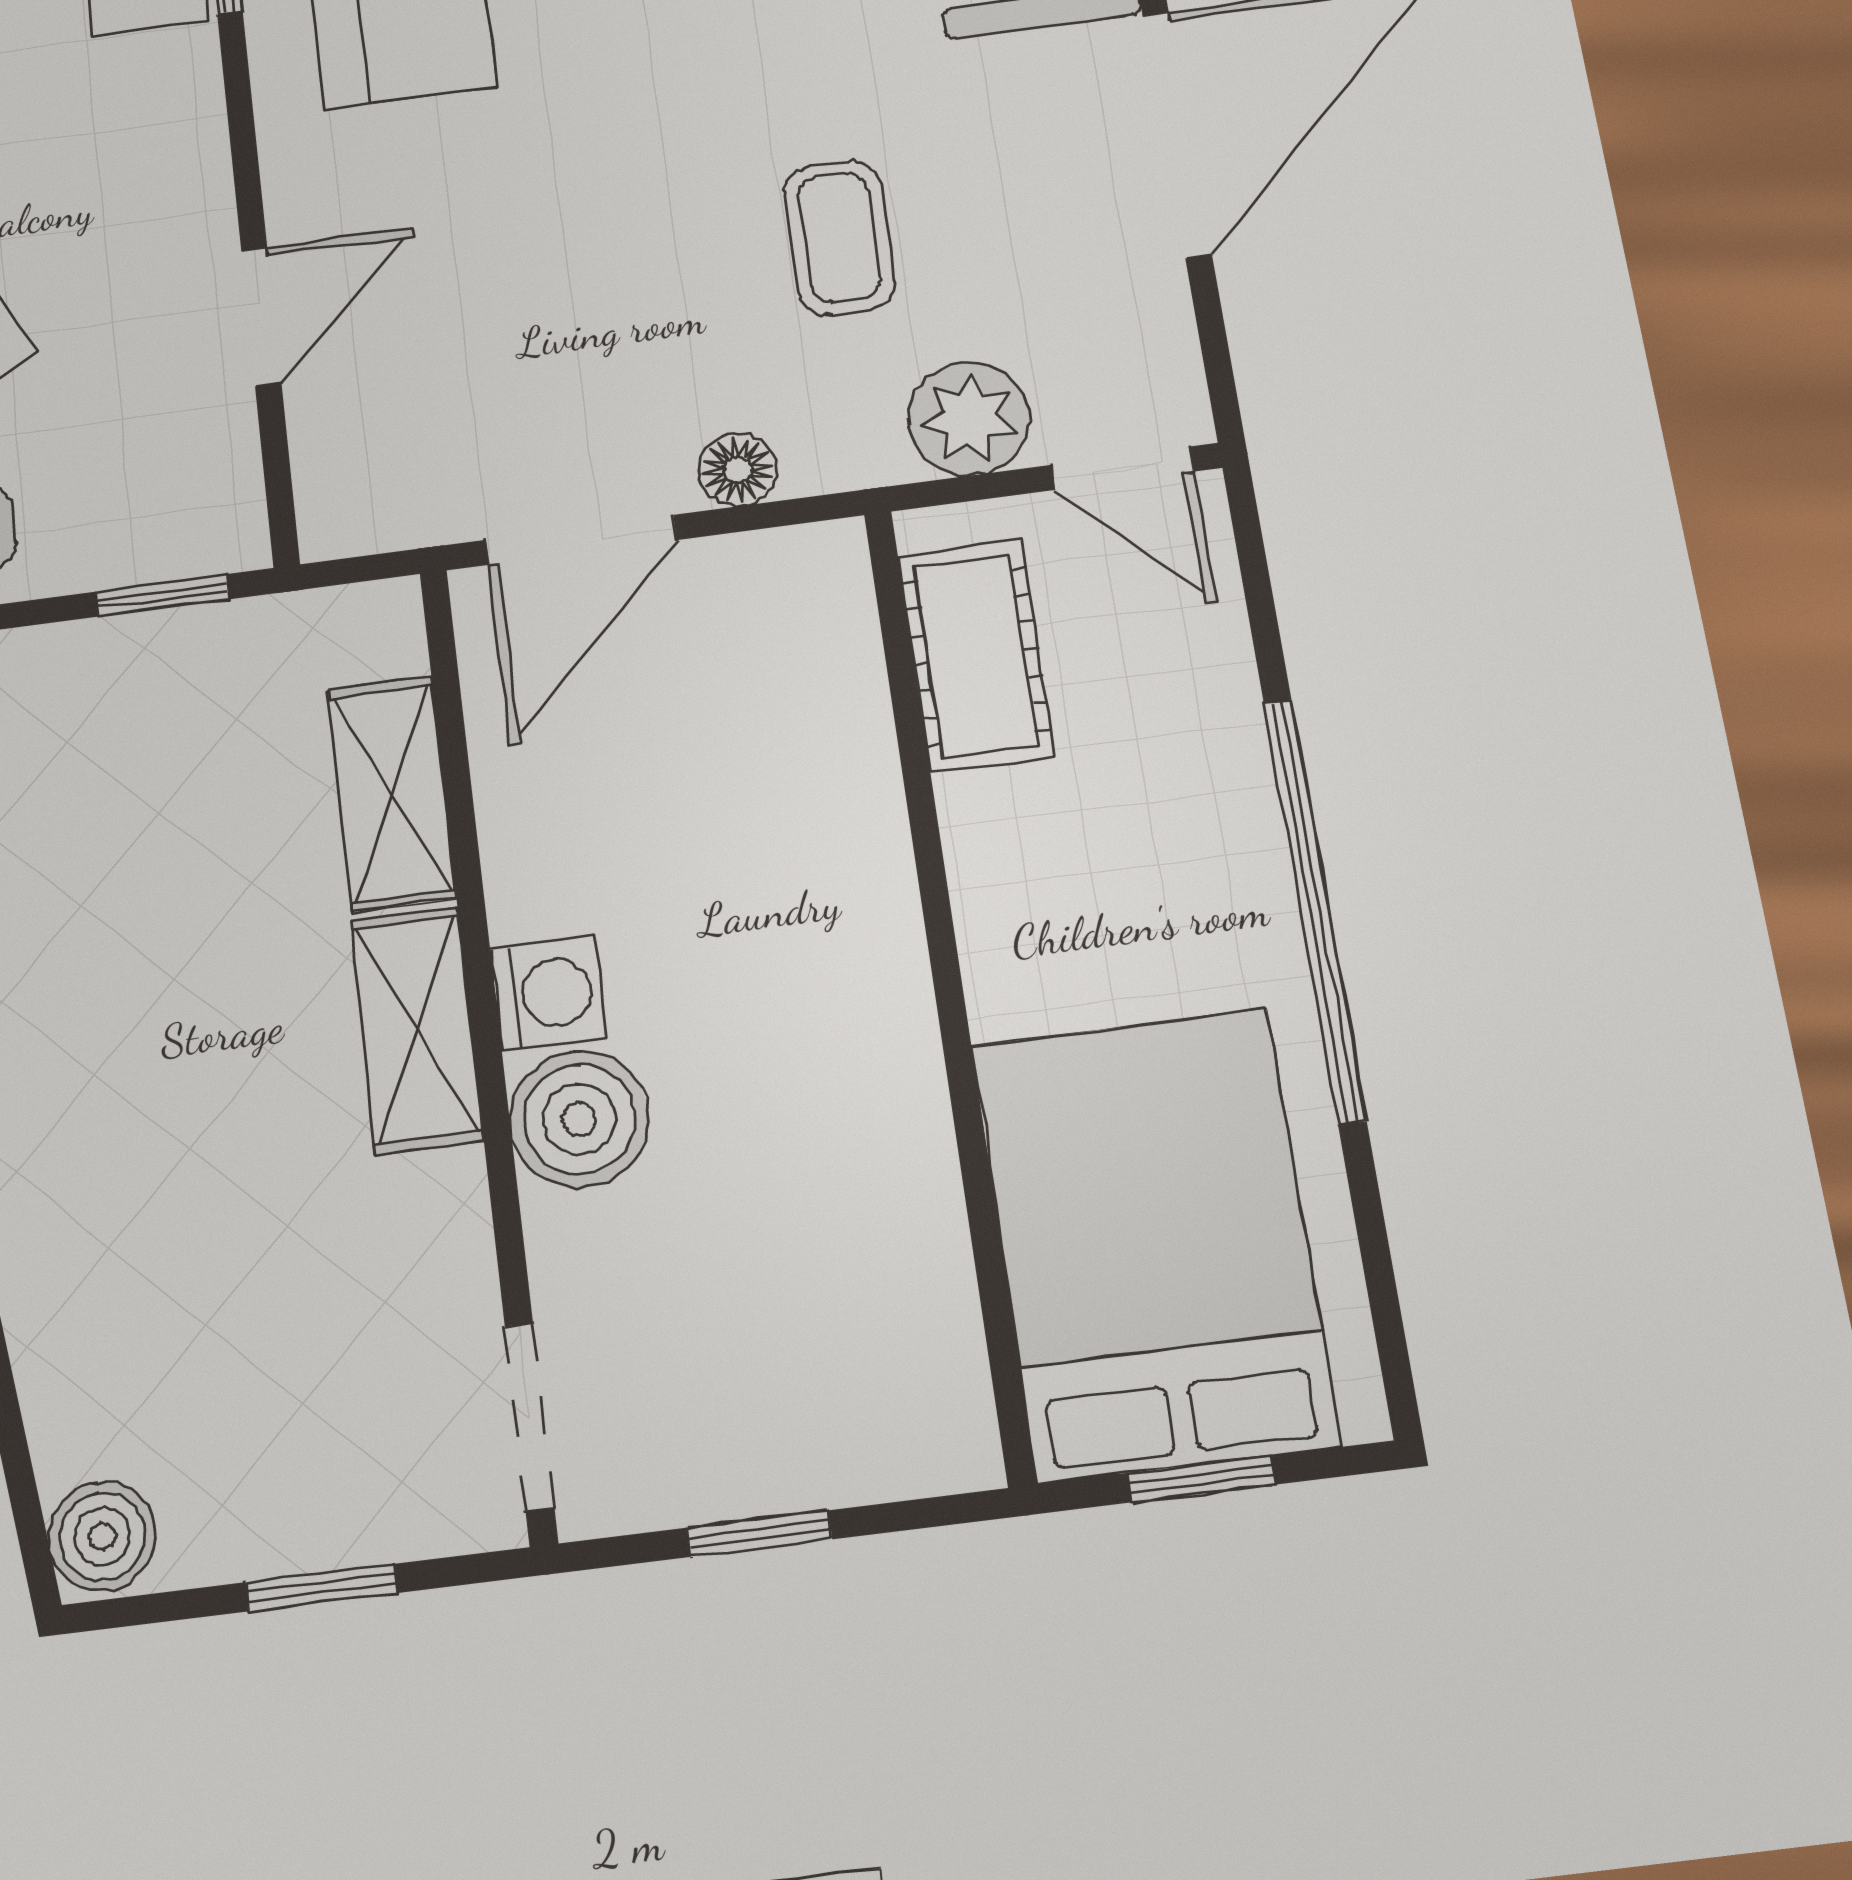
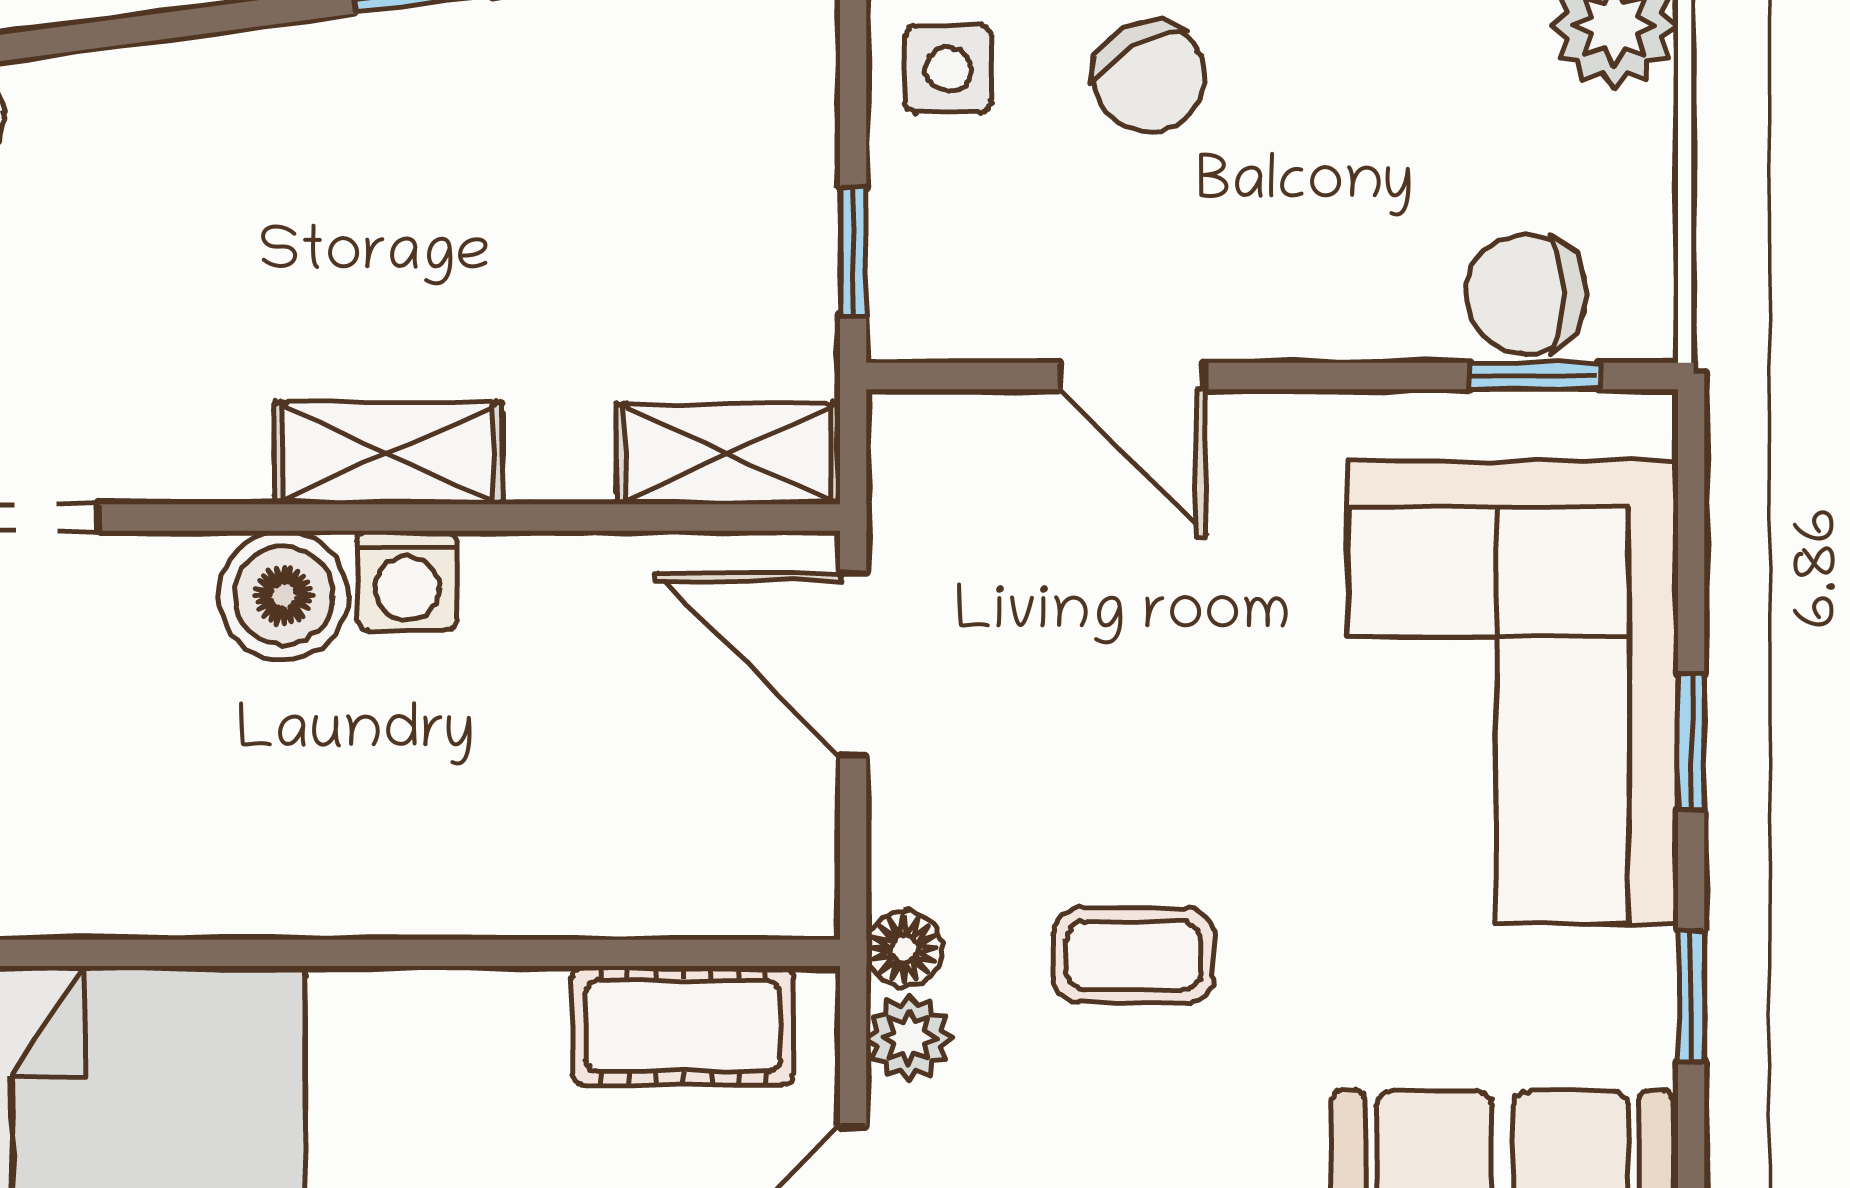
plant: (969, 419) -> (909, 1038), width x0.73, depth x0.73
floor lamp: (738, 470) -> (904, 949), moved
shelving: (392, 793) -> (728, 454), moved

